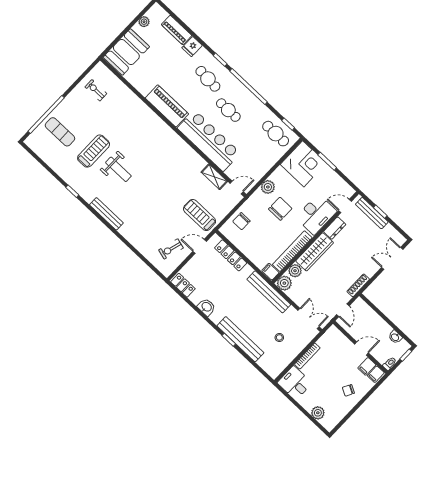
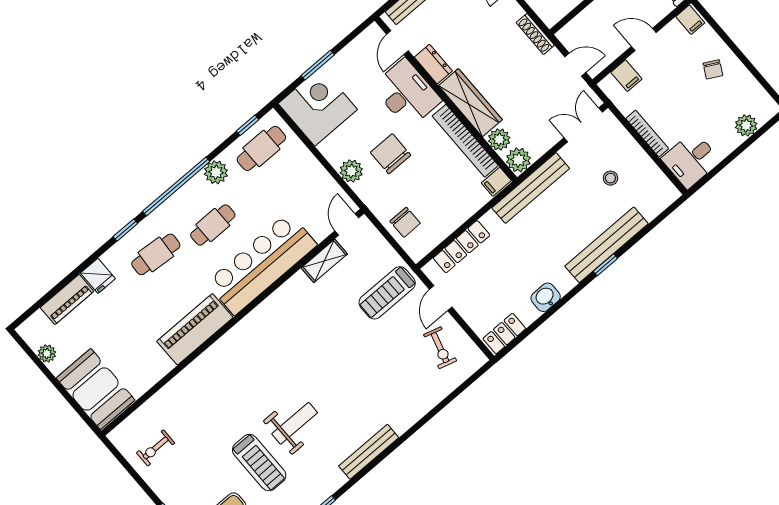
plant: (259, 109) -> (216, 172), added
treadmill: (94, 151) -> (259, 463), turned 180
door: (362, 348) -> (644, 40), hinge flipped
filing cabinet: (367, 366) -> (626, 76), moved

